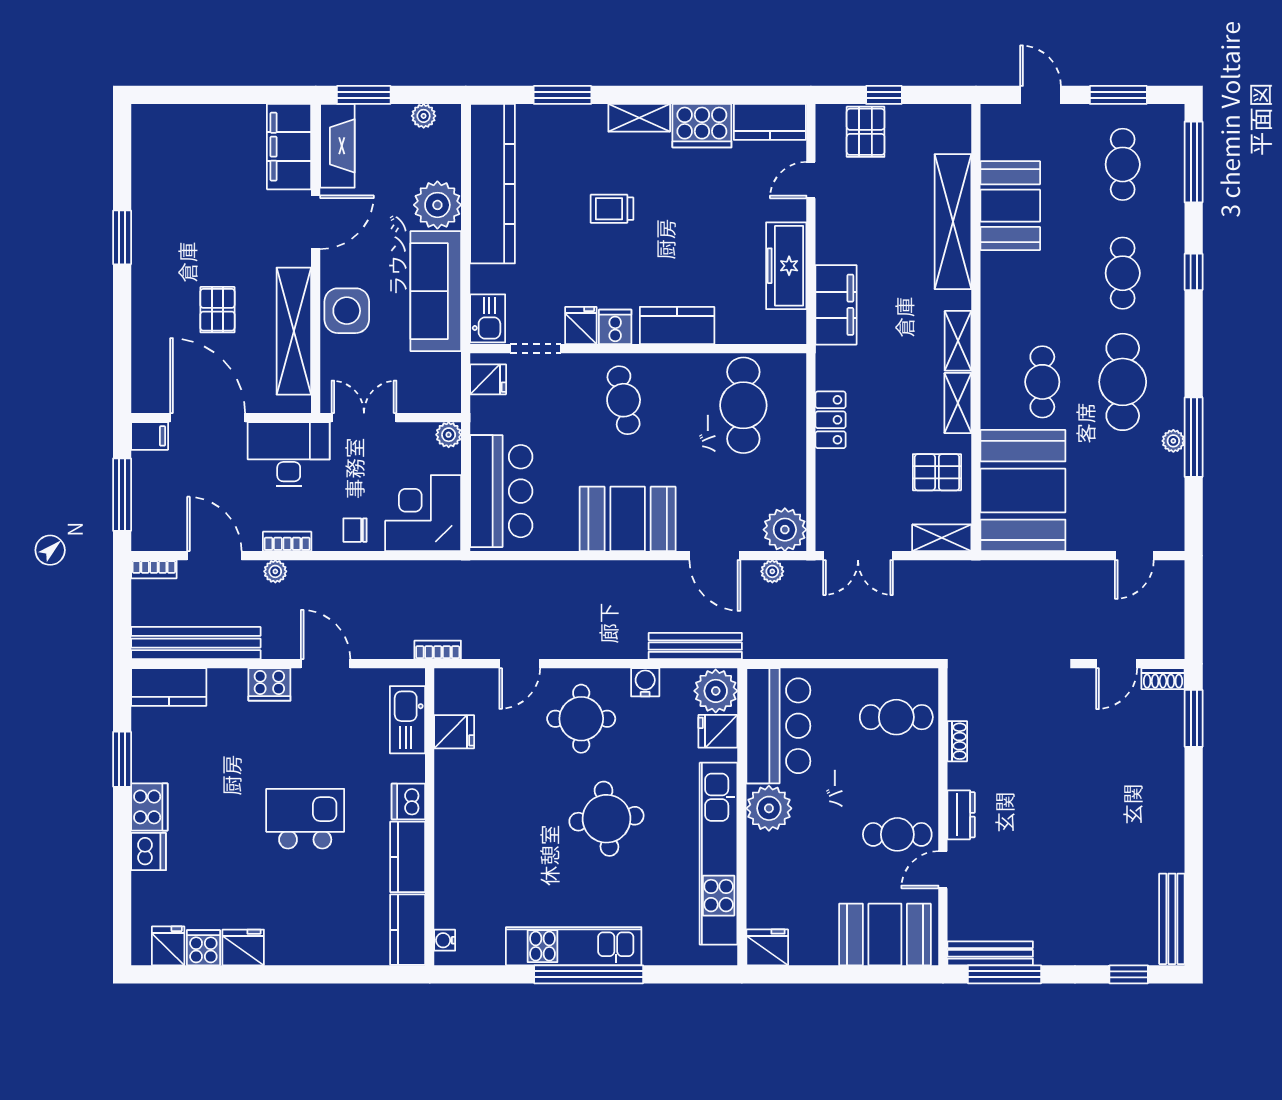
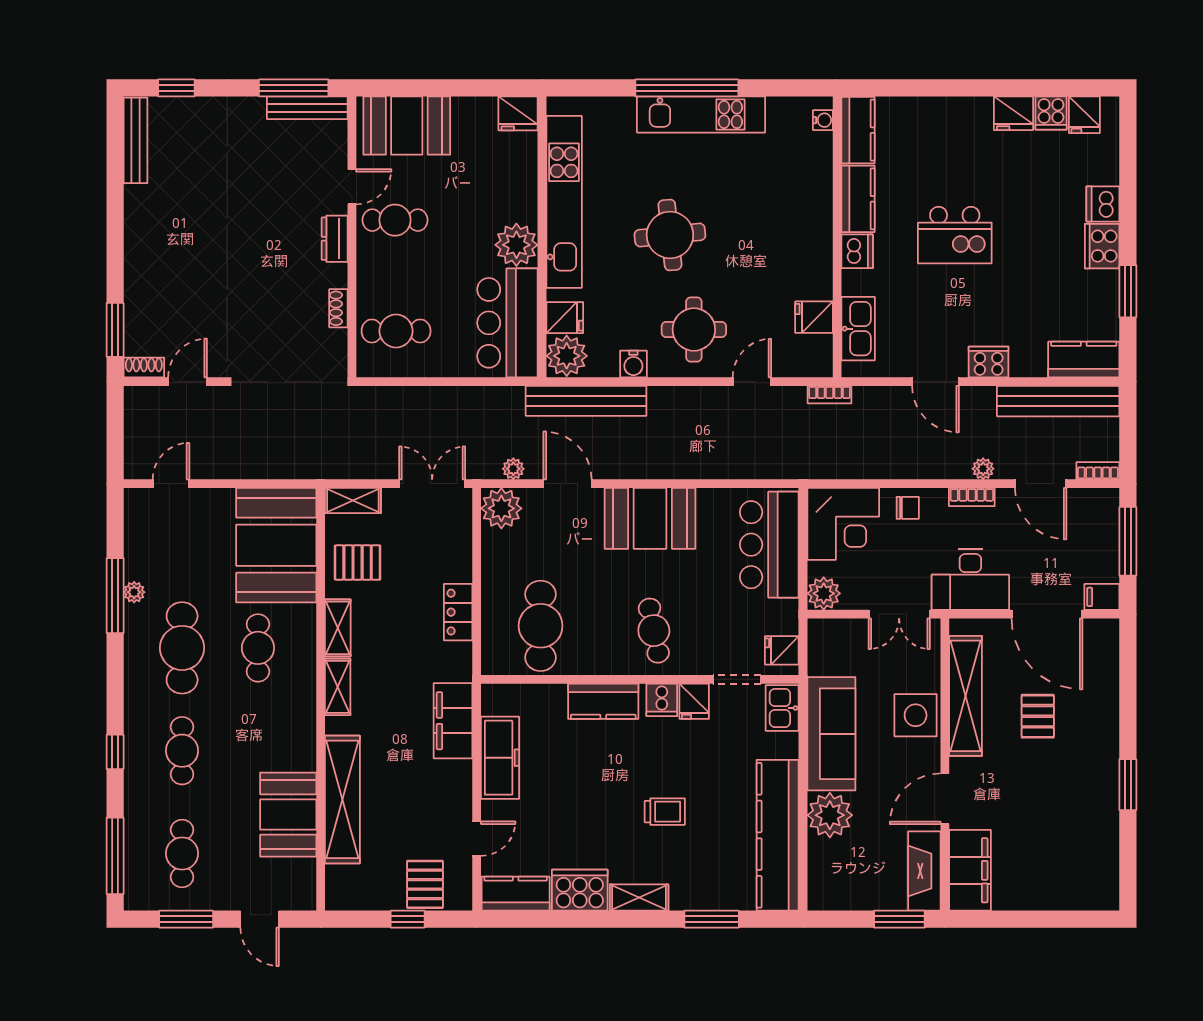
plant: (424, 116) -> (843, 899), removed
plant: (449, 435) -> (824, 593), width x1.38, depth x1.38
bench: (695, 646) -> (586, 401), width x1.37, depth x1.21

